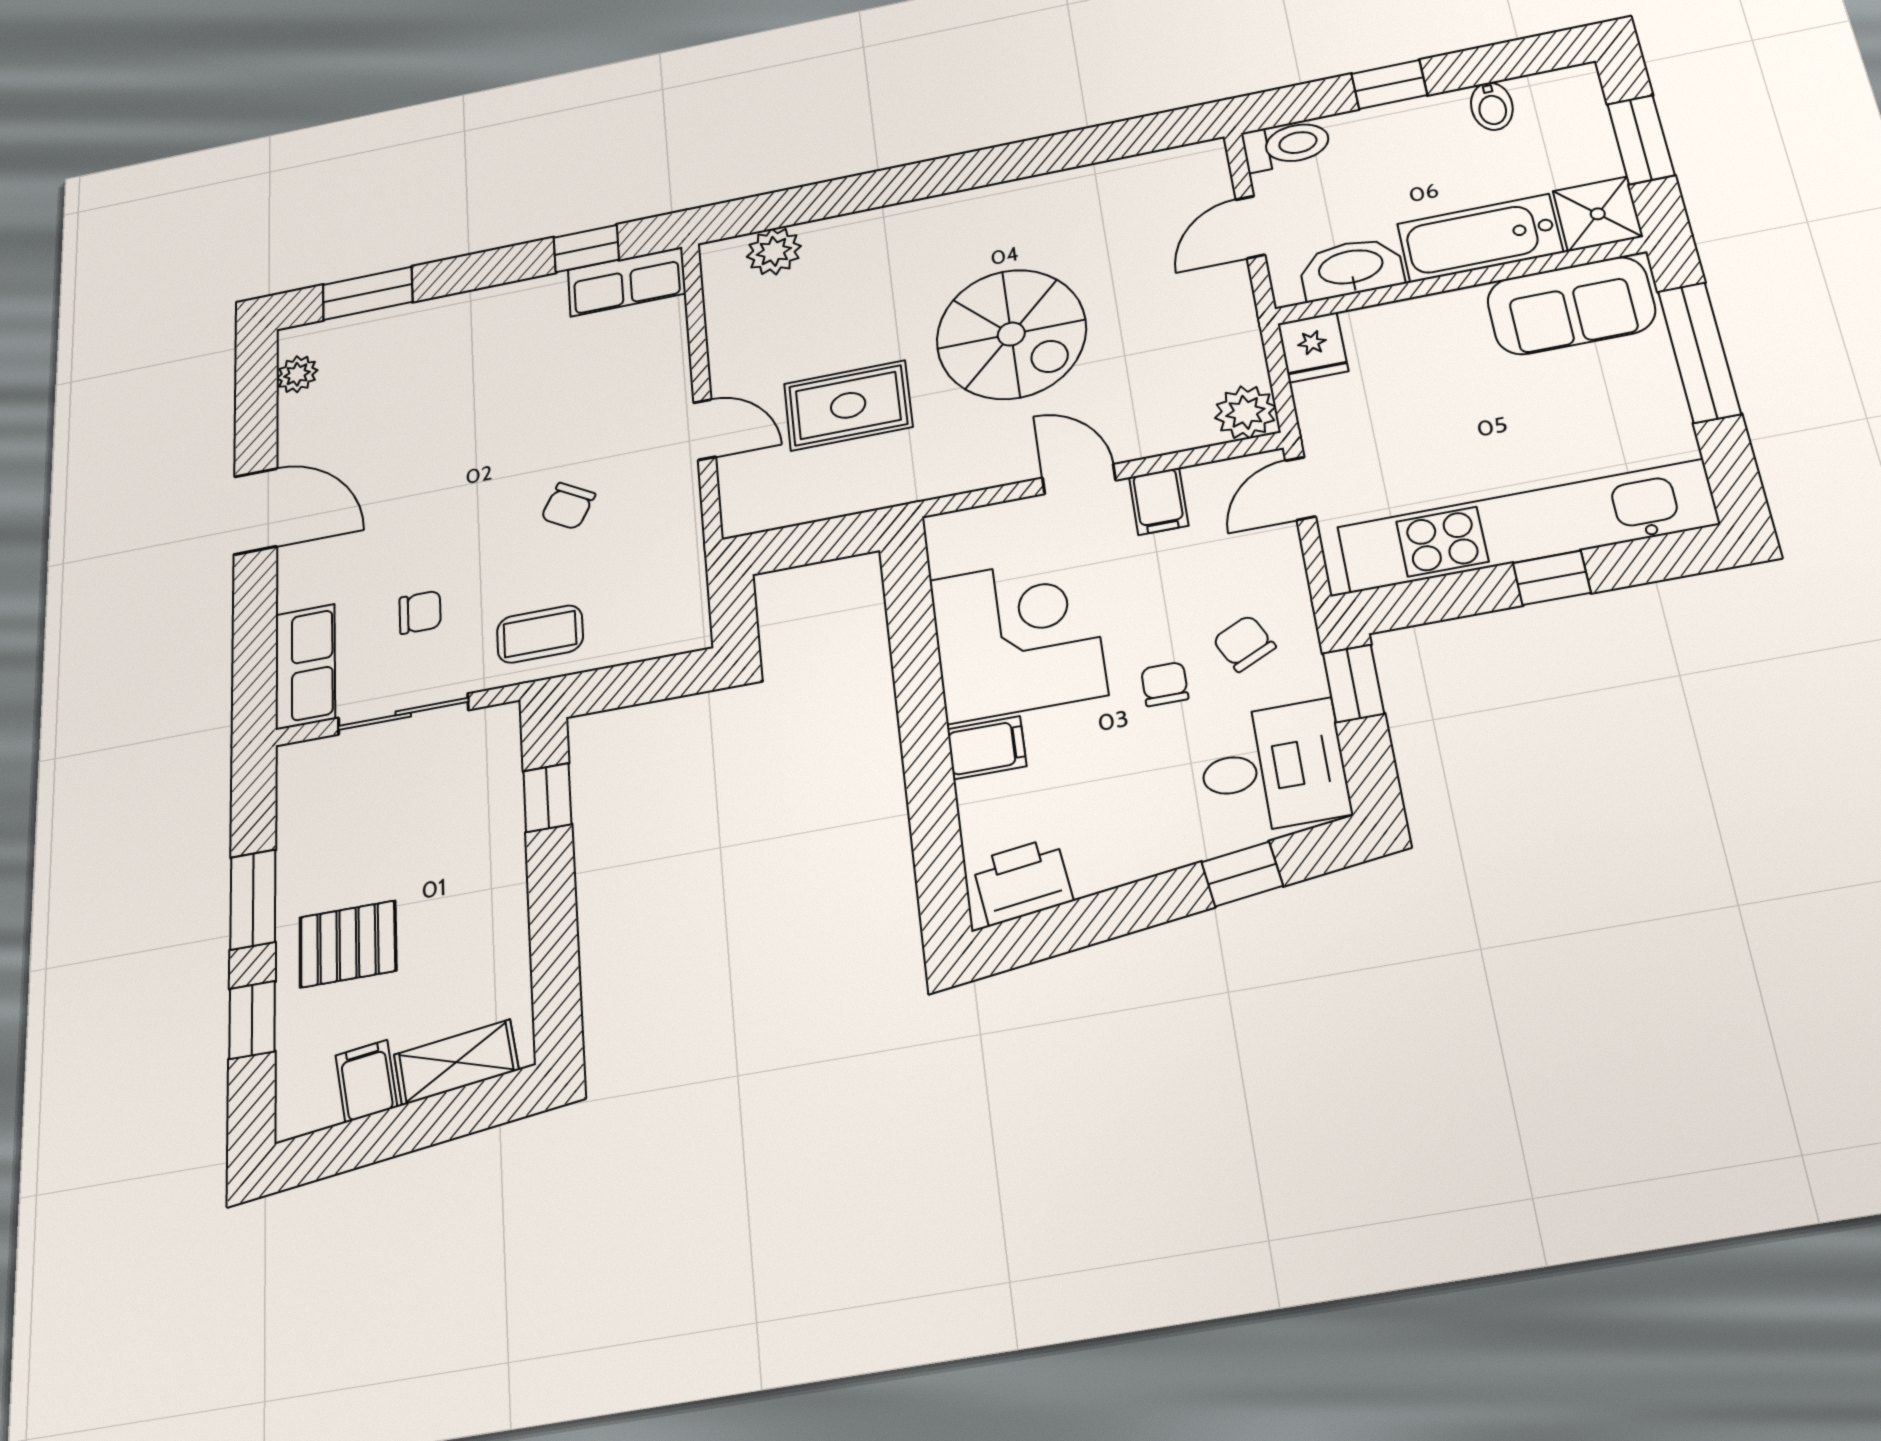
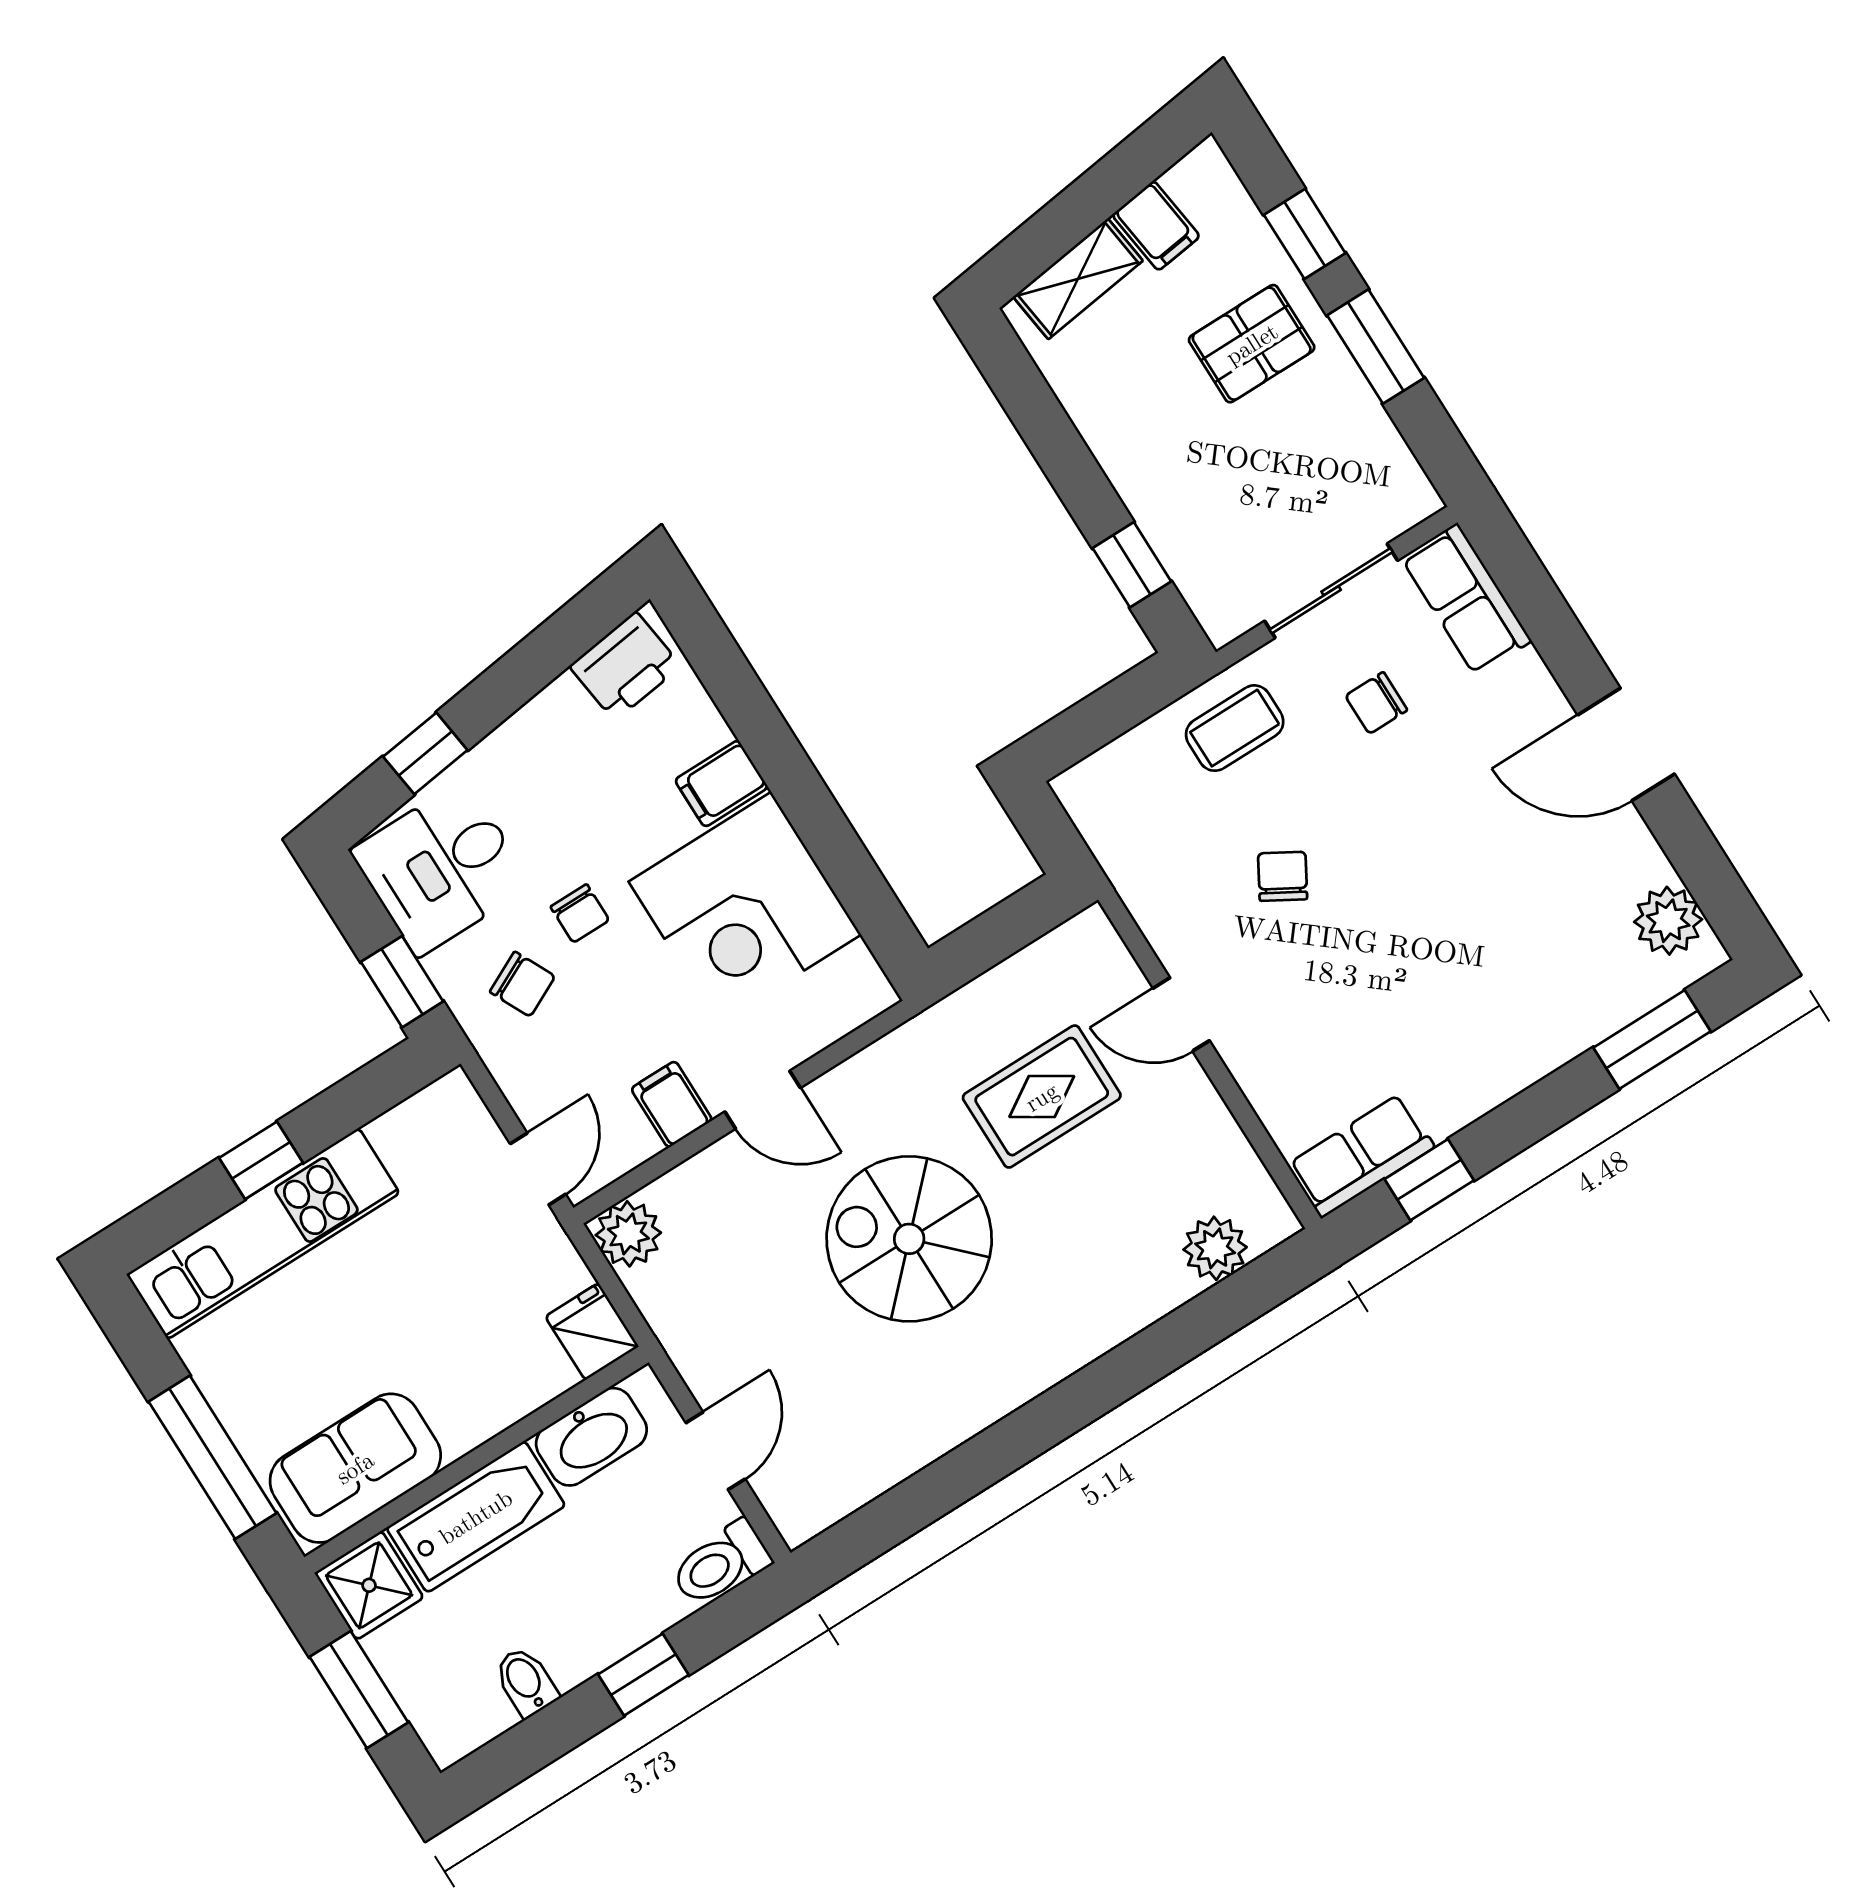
plant: (297, 374) -> (1668, 921), width x1.38, depth x1.38
kitchen unit: (1527, 526) -> (263, 1234), width x0.73

